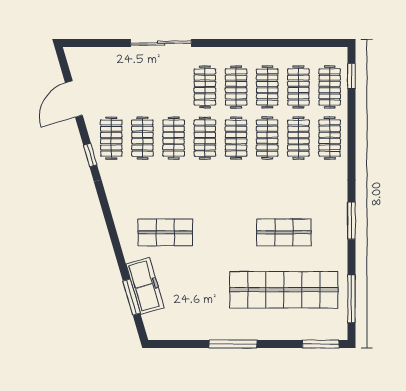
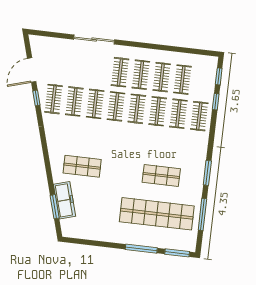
clothes rail: (330, 87) -> (203, 82), removed
window: (351, 114) -> (216, 102), added
window: (90, 155) -> (36, 98), moved
window: (351, 299) -> (202, 214), moved
window: (233, 344) -> (141, 249), moved

